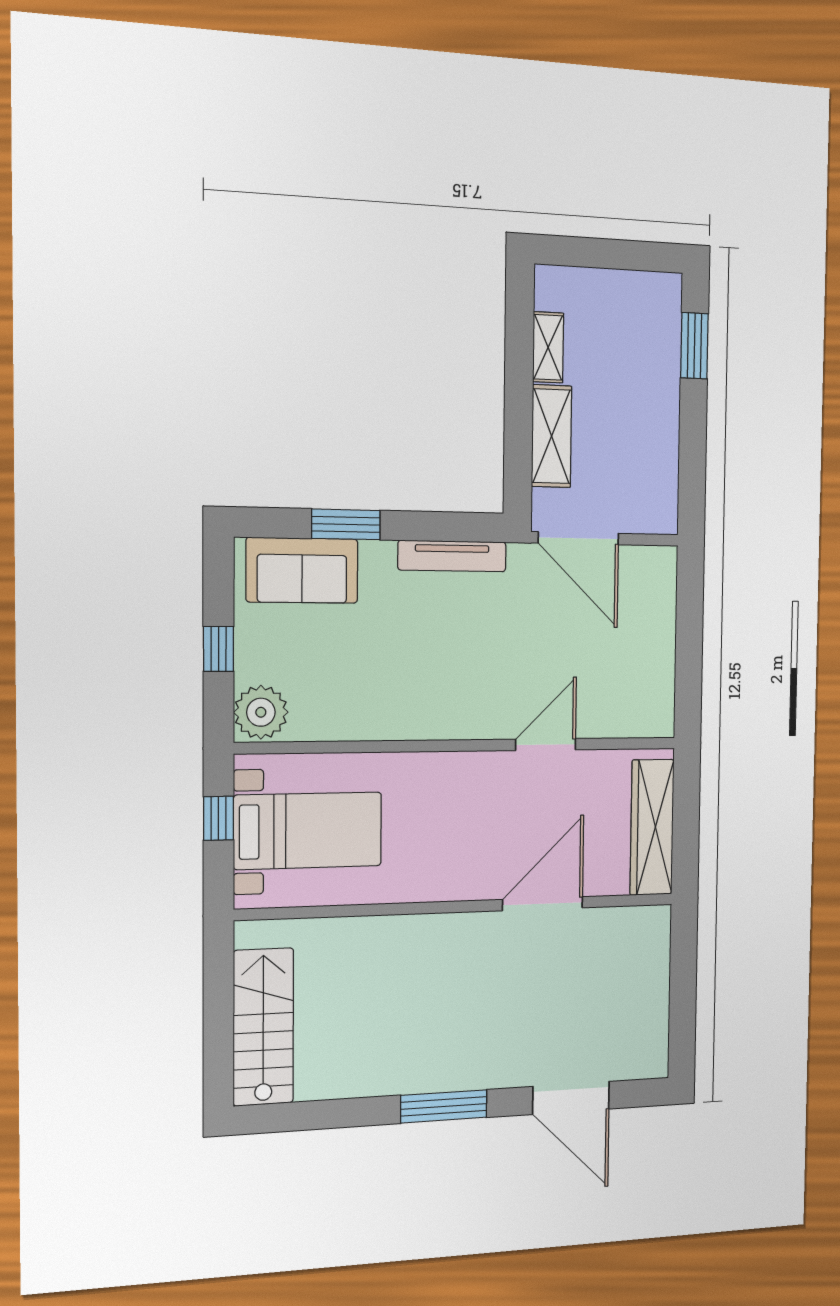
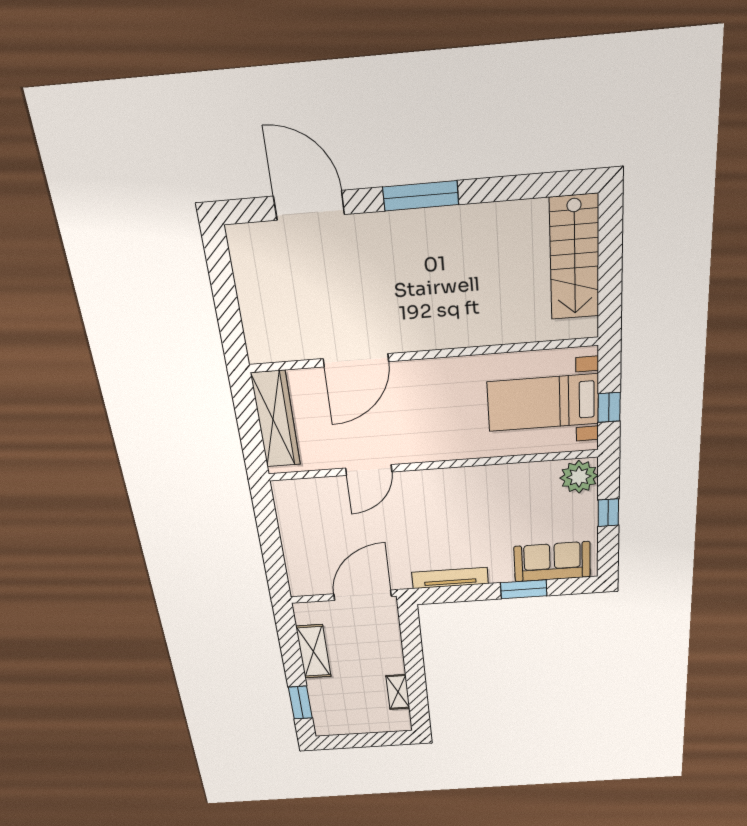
shelving: (552, 436) -> (314, 652), moved
door: (578, 538) -> (363, 595), hinge flipped

